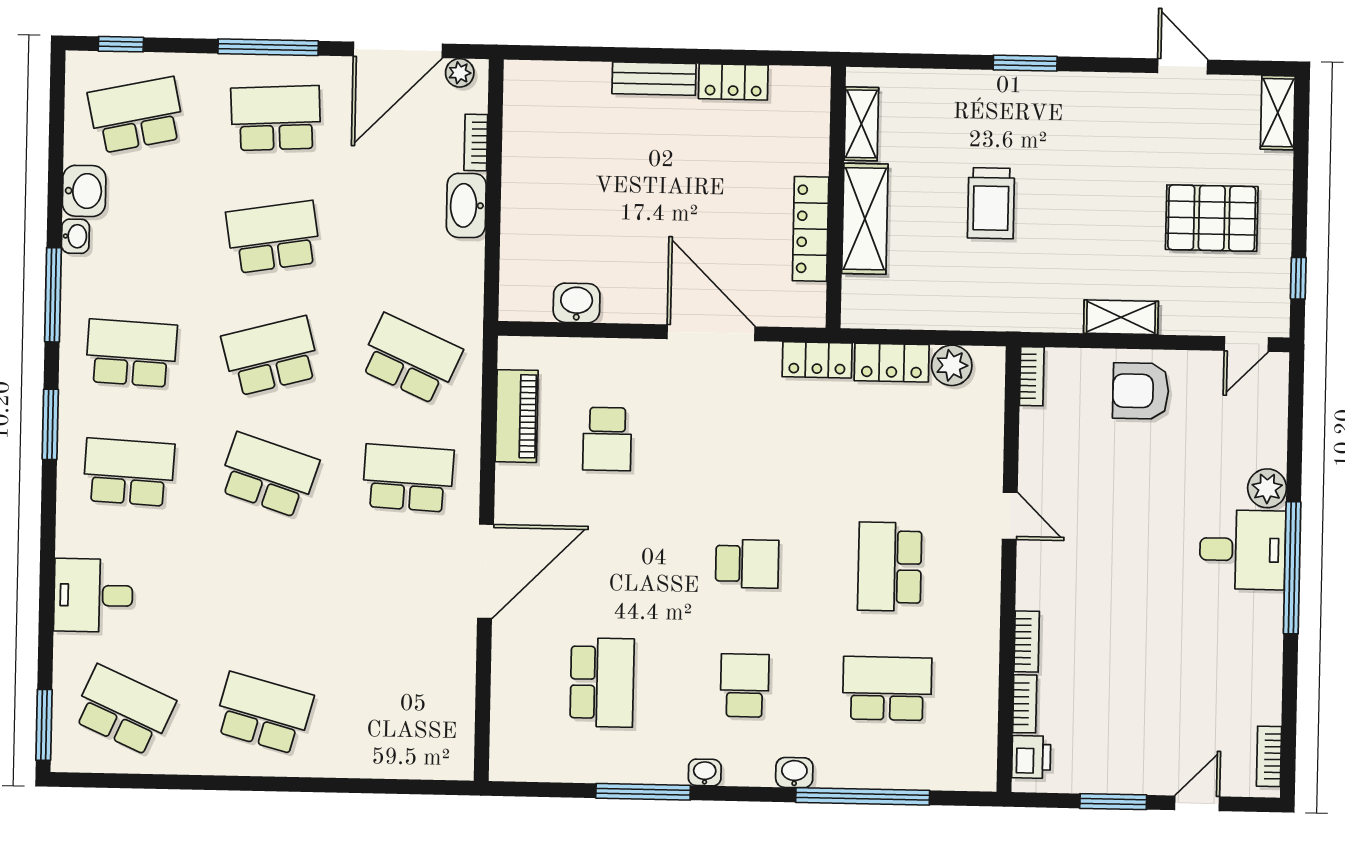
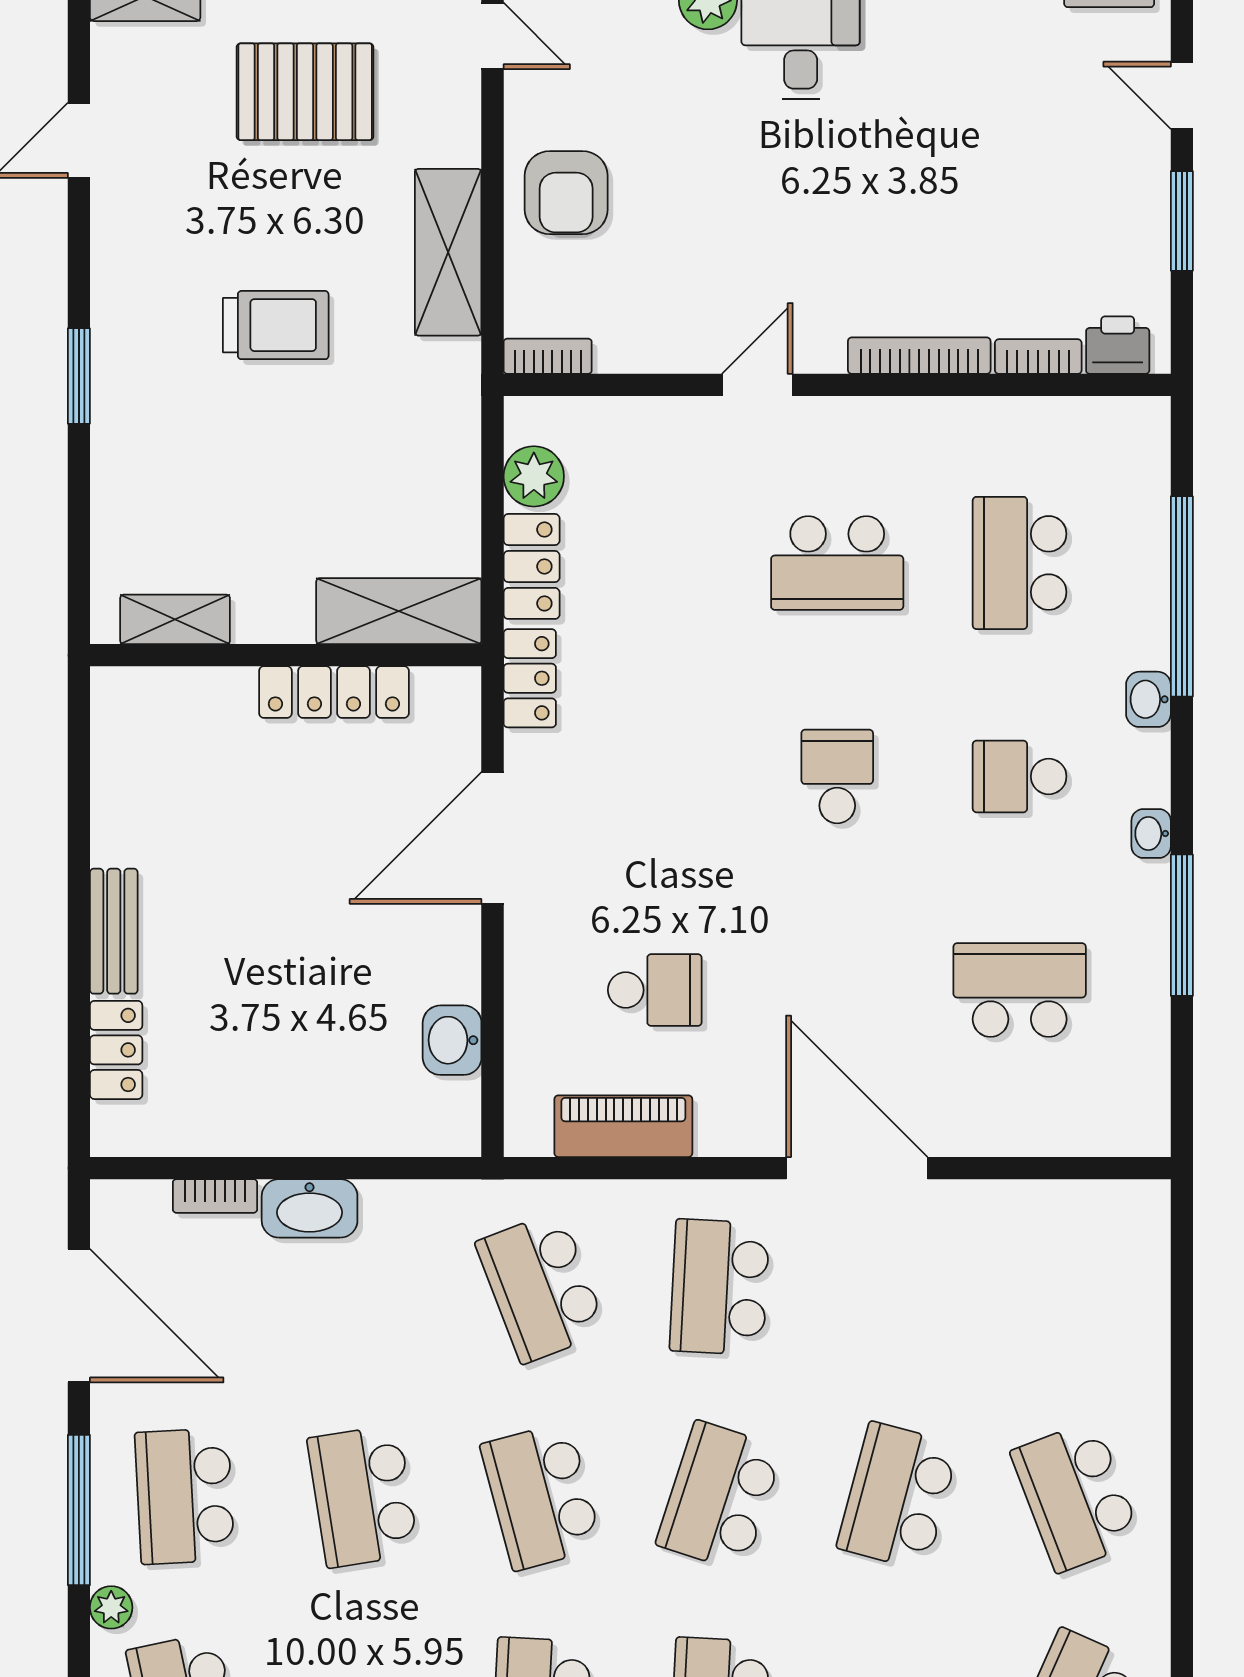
plant: (460, 73) -> (111, 1607), moved
locker: (733, 82) -> (116, 1050), moved
trolley: (991, 203) -> (276, 325), moved
pallet: (1212, 218) -> (305, 92), turned 90
shelving: (865, 219) -> (399, 611), moved
shelving: (1121, 317) -> (448, 252), width x1.50, depth x1.33
school desk: (410, 359) -> (541, 1287), turned -45
school desk: (266, 594) -> (898, 1496), added
bookcase: (1027, 642) -> (919, 356), width x1.56
school desk: (263, 713) -> (1076, 1496), turned -36

